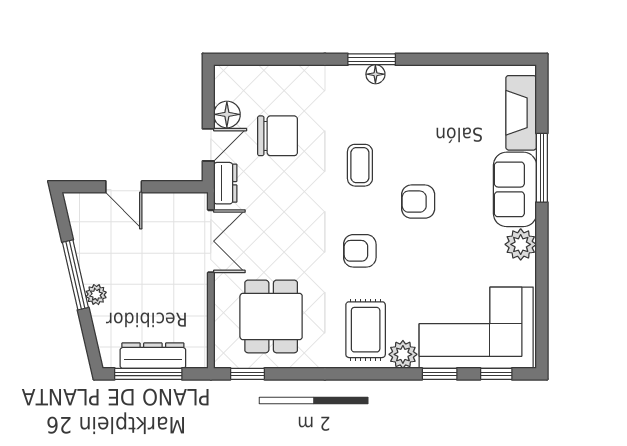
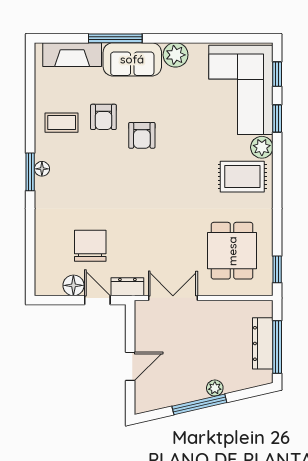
coffee table: (360, 165) -> (62, 123), moved
armchair: (360, 251) -> (103, 117), moved
dining table: (271, 316) -> (232, 251), turned 90

